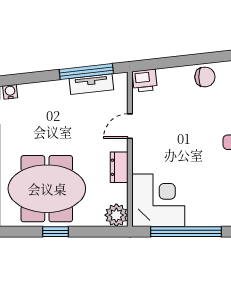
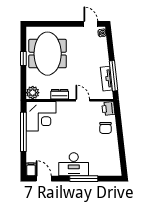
chair: (205, 77) -> (105, 128), moved

